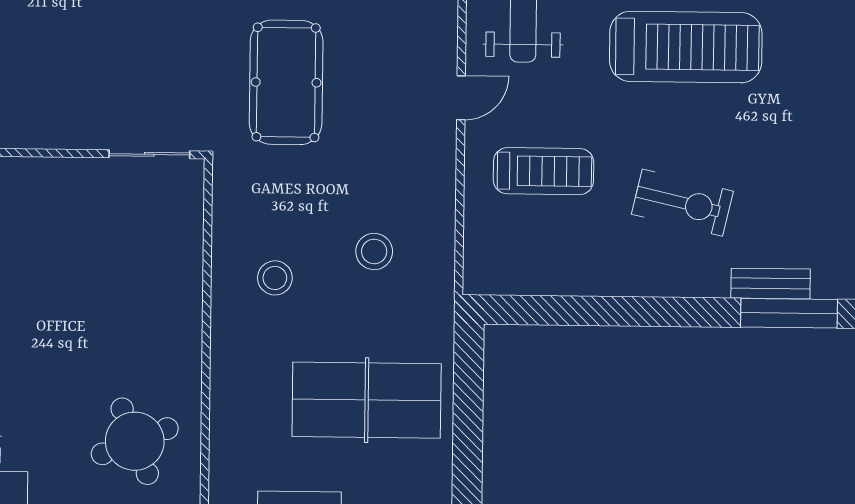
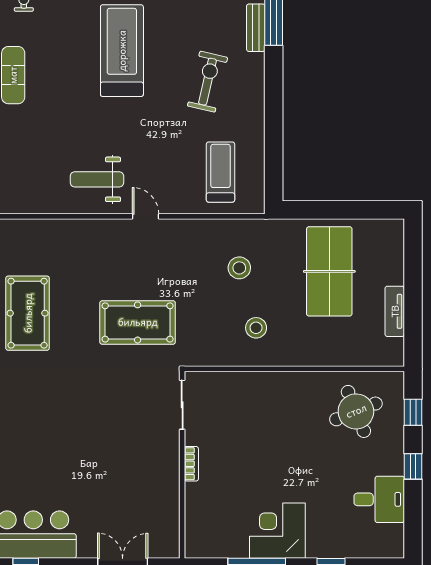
treadmill: (686, 47) -> (122, 51), moved
bookcase: (52, 168) -> (191, 464), added
treadmill: (543, 171) -> (220, 172), moved

